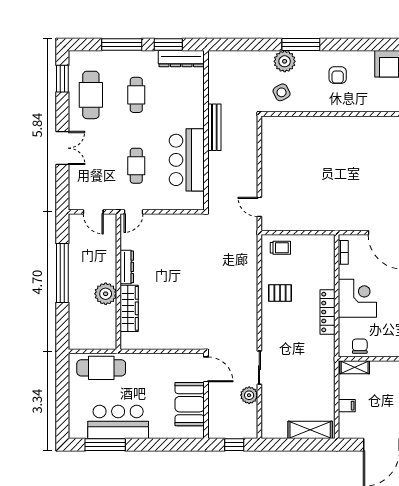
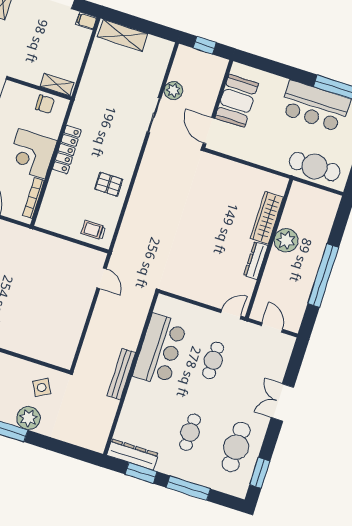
bookcase: (343, 252) -> (33, 198), width x1.56
chair: (360, 346) -> (45, 104), turned -90
filing cabinet: (347, 406) -> (86, 21), moved

